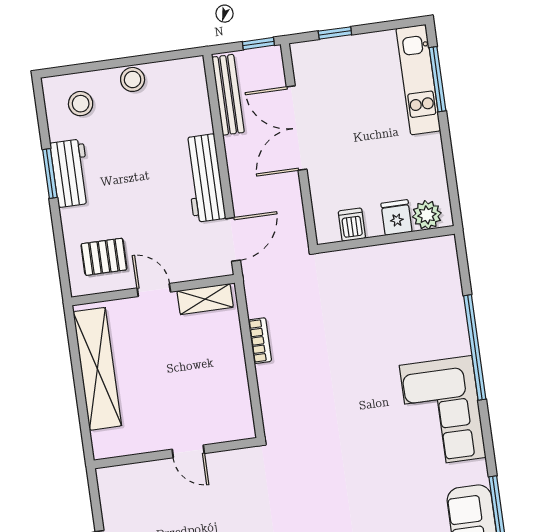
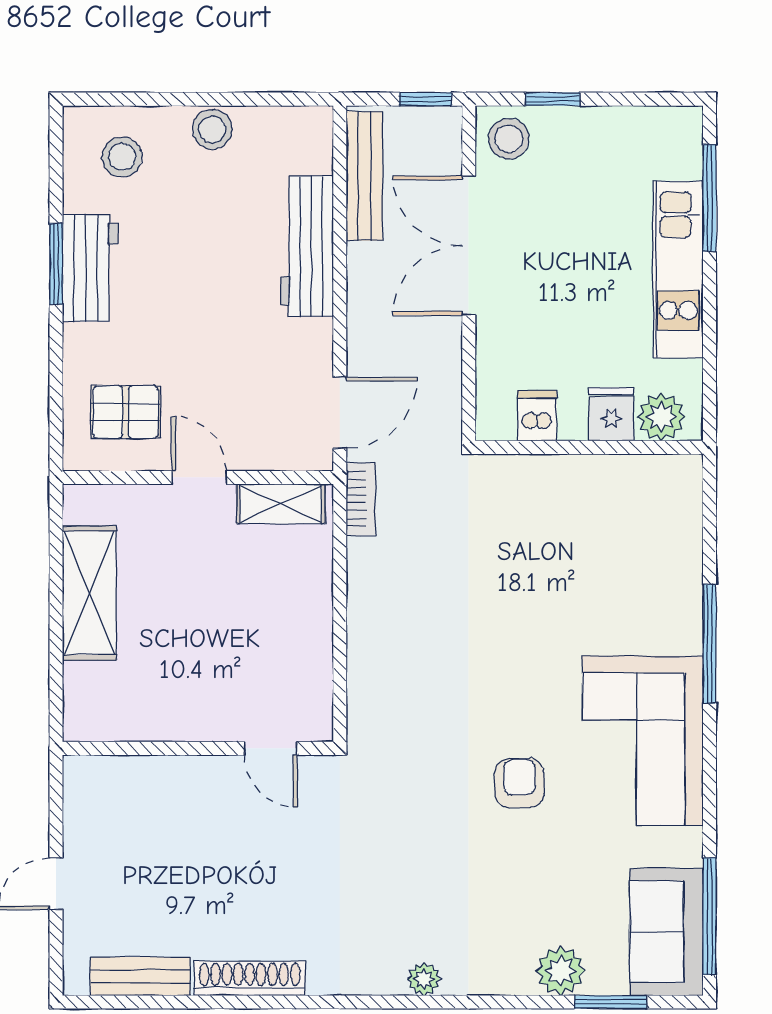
stool: (312, 60) -> (509, 139), added
kitchen unit: (418, 80) -> (678, 270), moved
workbench: (204, 178) -> (307, 246), moved
bookcase: (260, 341) -> (361, 499), moved
window: (475, 347) -> (709, 644), width x0.68
shelving: (97, 369) -> (89, 593), width x0.68
armchair: (372, 447) -> (519, 783), added
door: (188, 451) -> (271, 748), moved

